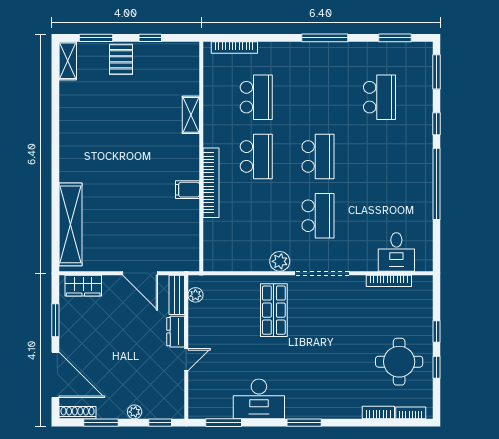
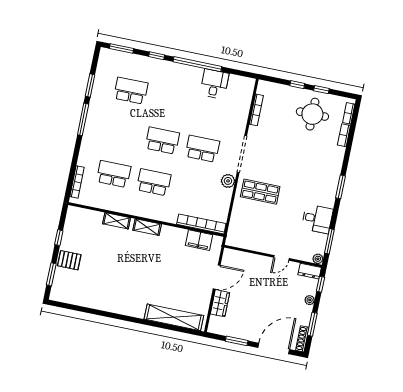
window: (395, 38) -> (90, 85), moved
shelving: (68, 61) -> (147, 227), moved
bookcase: (211, 183) -> (201, 224), moved
filing cabinet: (187, 190) -> (199, 240), moved, width x2.00
desk: (396, 252) -> (214, 84), moved, turned -90
wardrobe: (83, 286) -> (220, 303), moved
bench: (177, 295) -> (236, 255), removed
plant: (195, 295) -> (318, 259), moved
dresser: (176, 332) -> (310, 271), moved
door: (186, 360) -> (281, 258), swing flipped
desk: (259, 399) -> (317, 219), width x0.73

